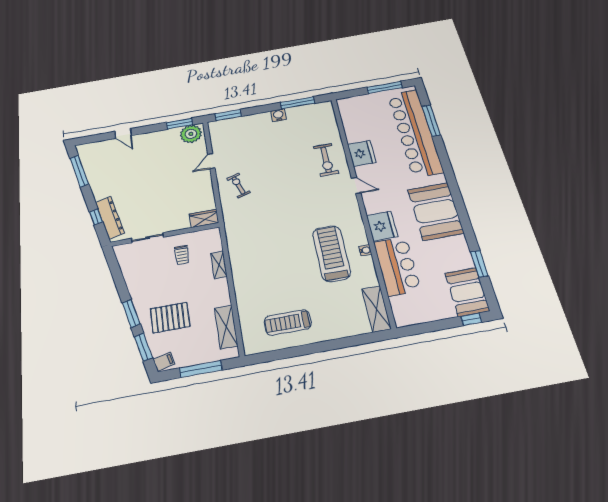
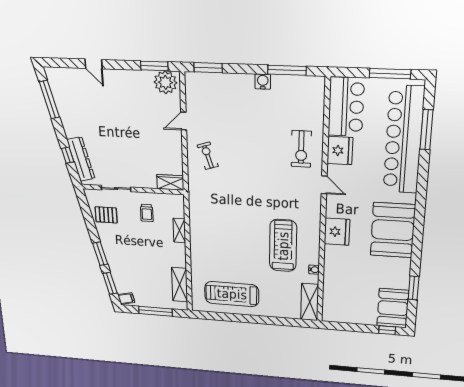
water cooler: (365, 250) -> (314, 270), moved
bar counter: (397, 266) -> (346, 107), moved
pallet: (170, 318) -> (106, 215), moved, width x0.67, depth x0.71
treadmill: (288, 323) -> (232, 294), width x1.37, depth x1.38

